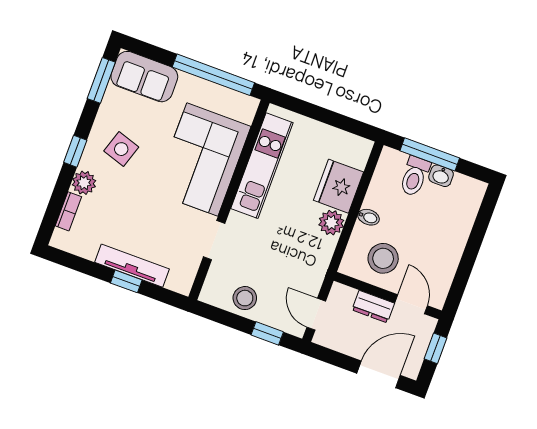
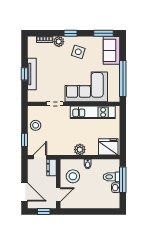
fridge: (338, 186) -> (108, 147), moved
dresser: (373, 307) -> (52, 168), moved

